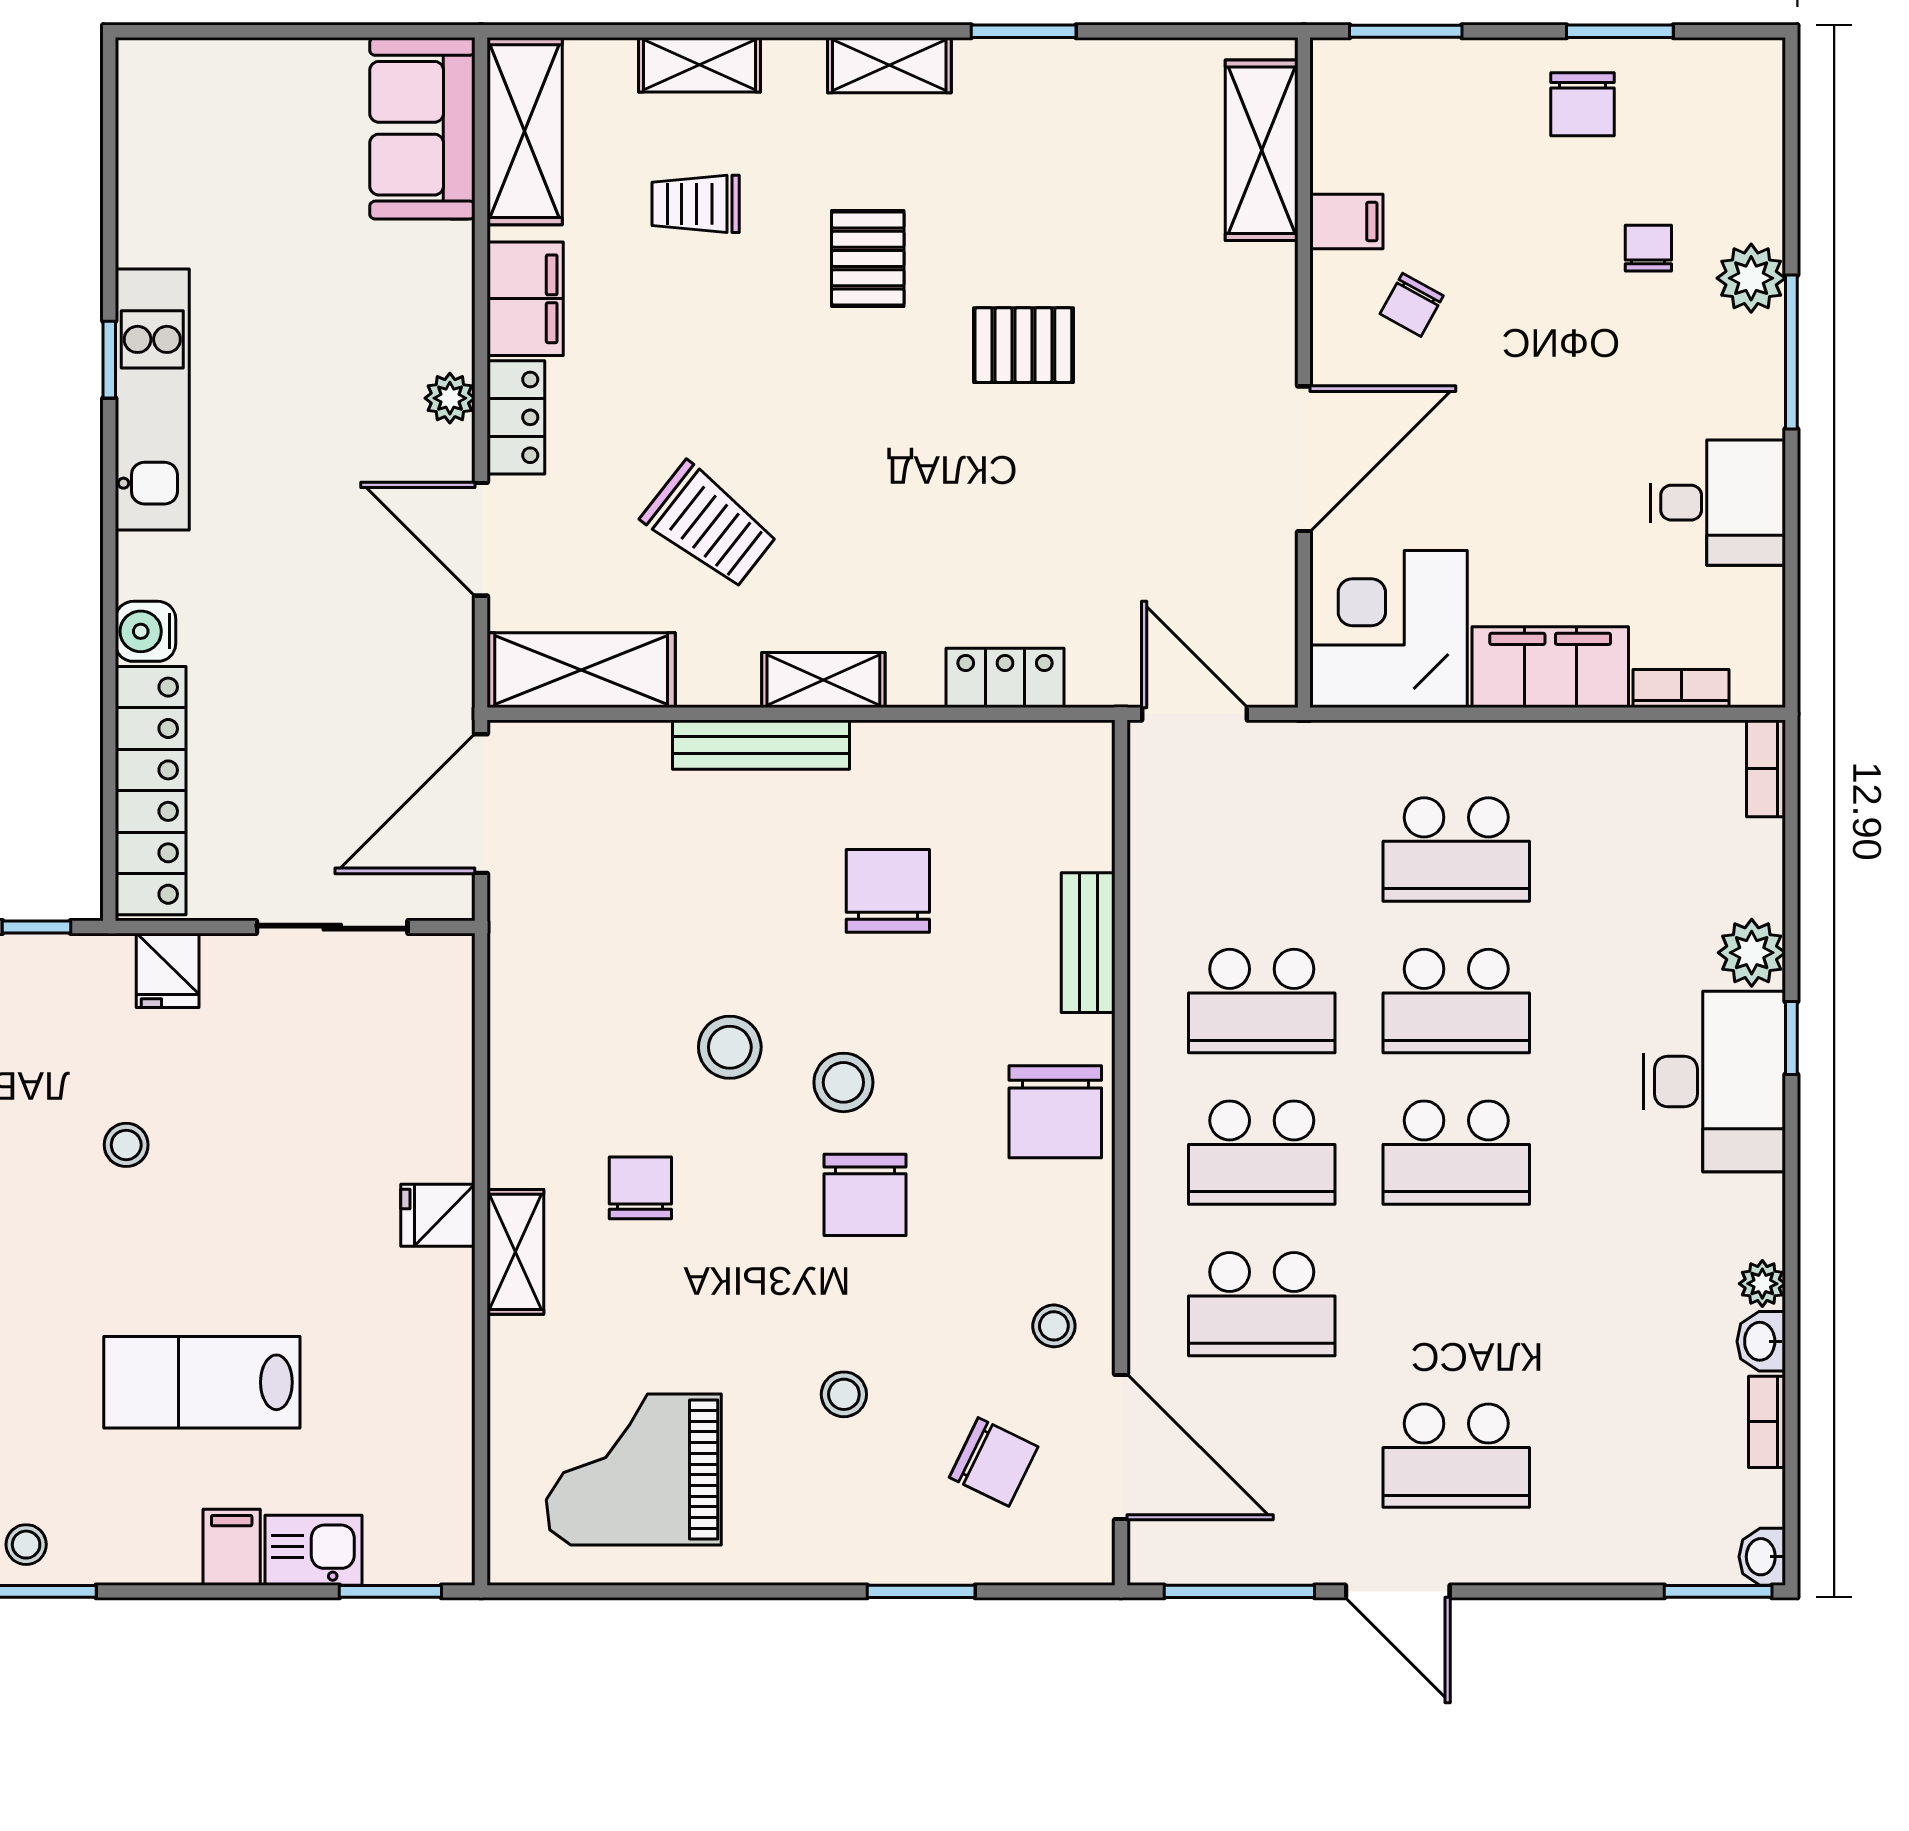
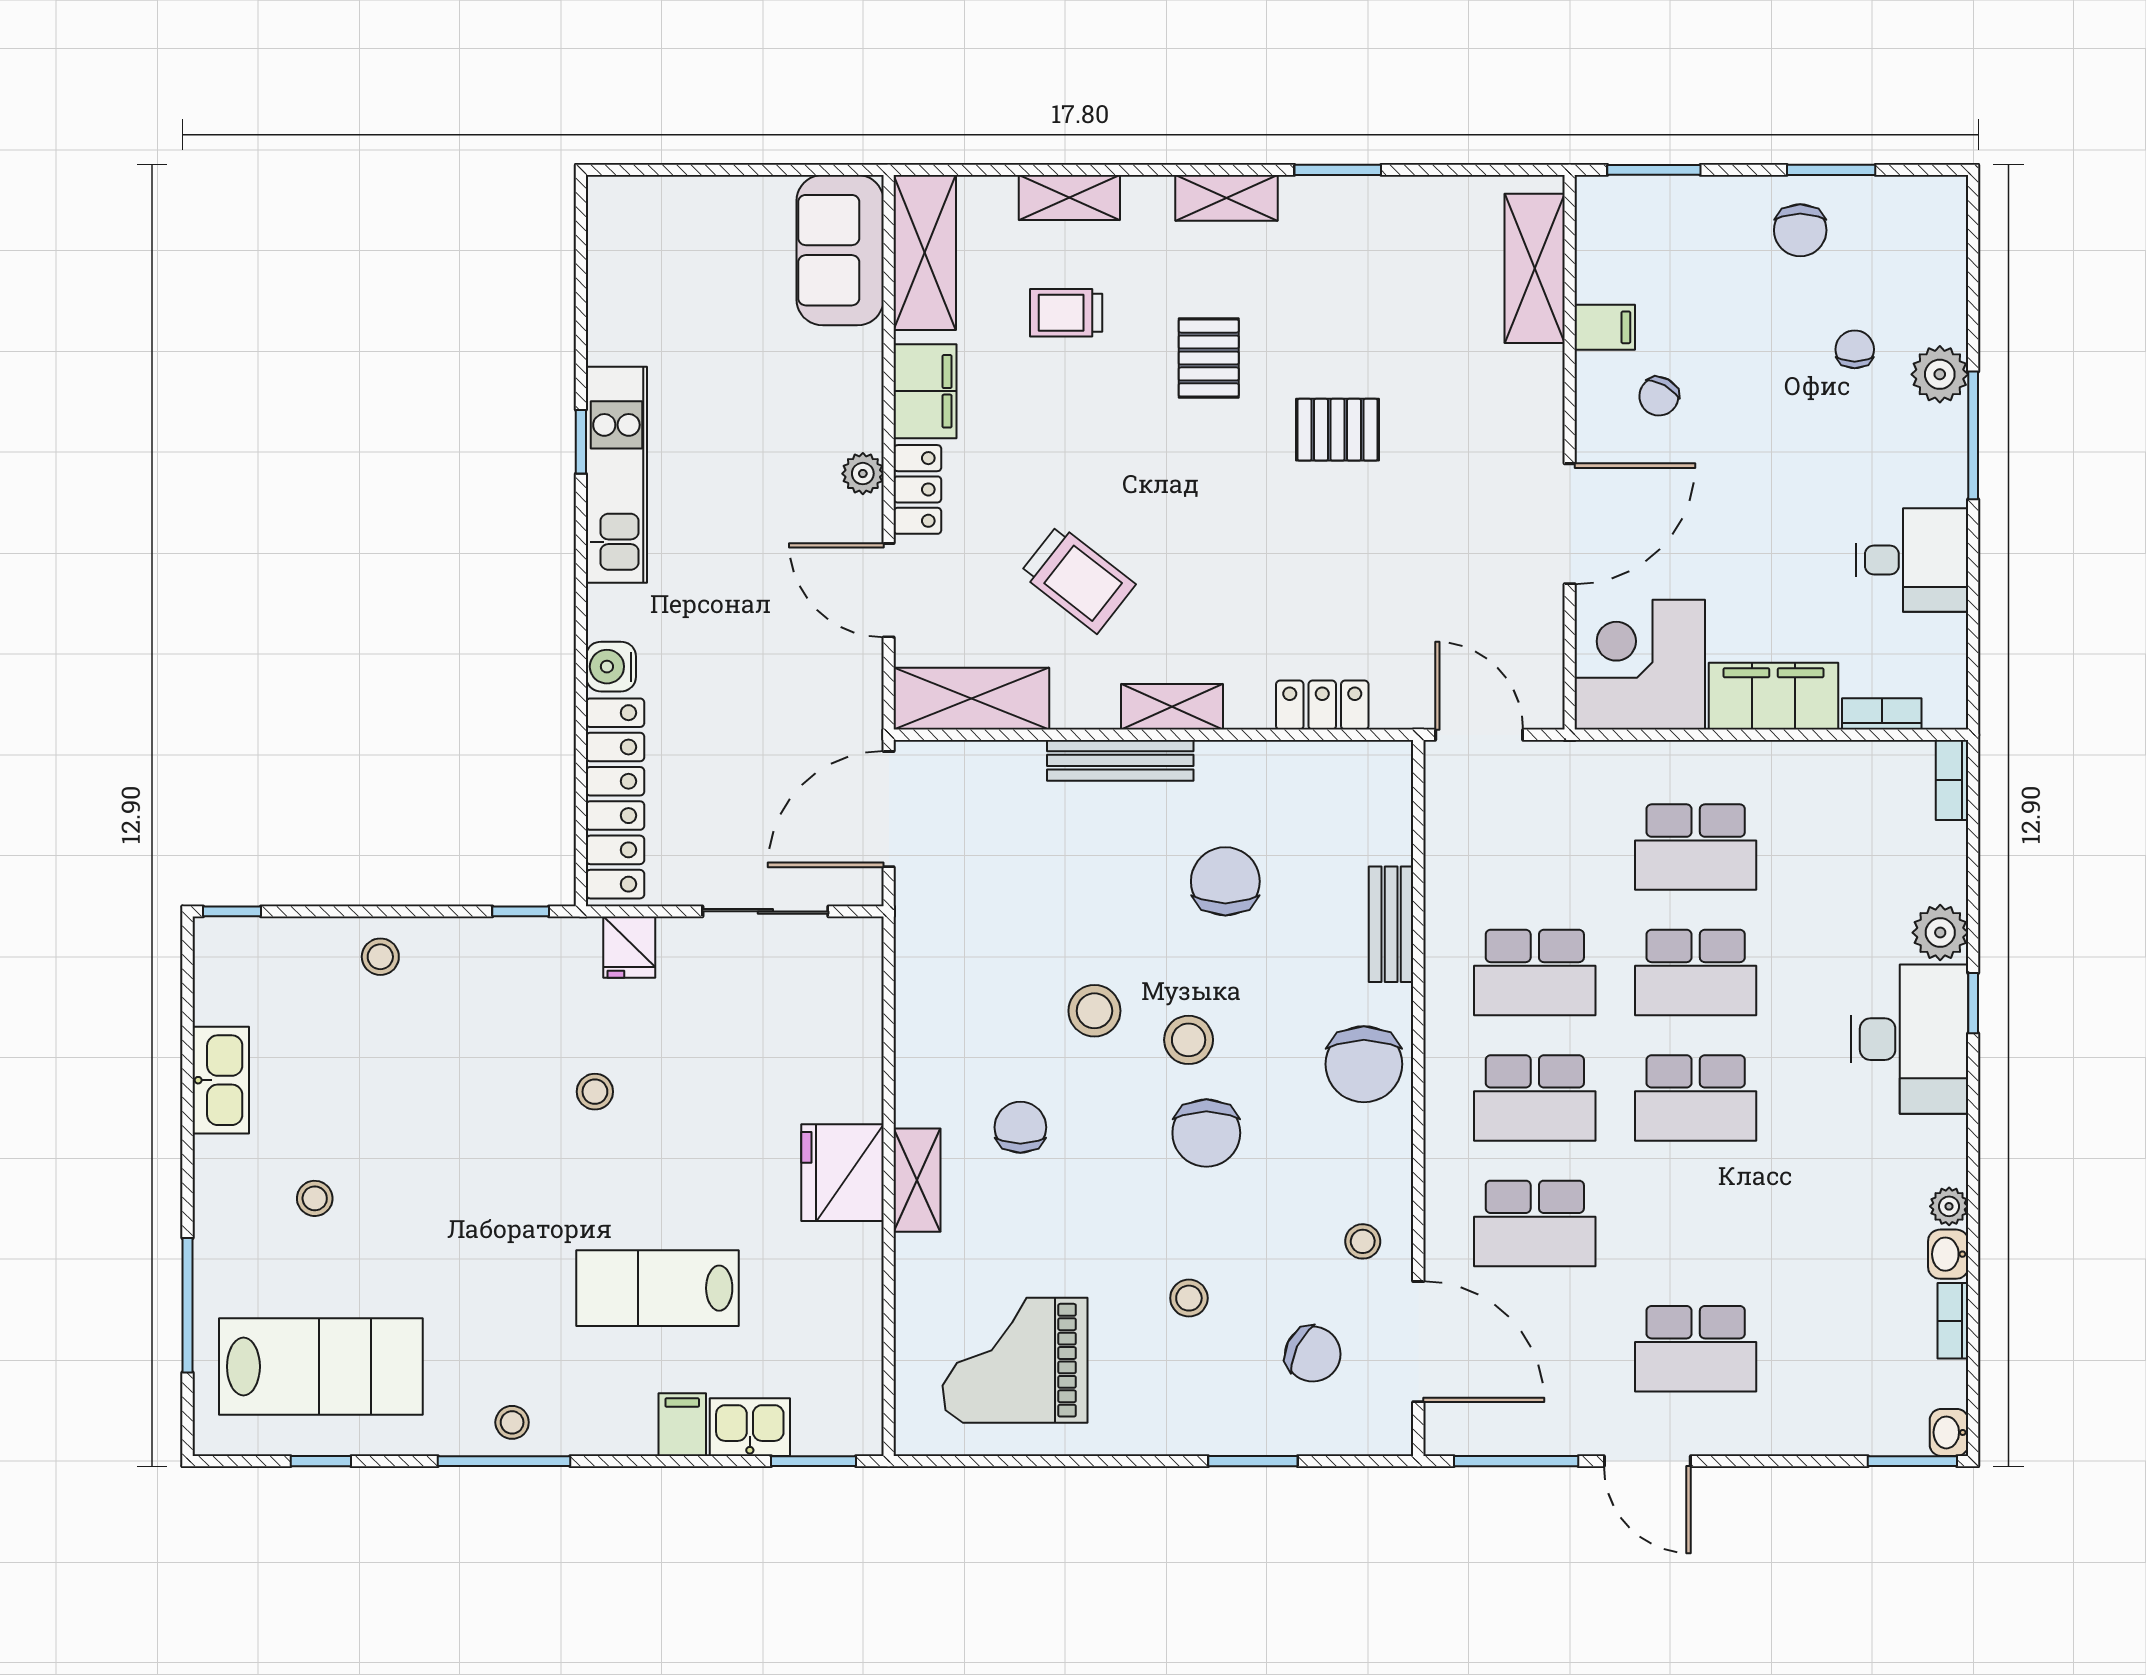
fridge: (438, 1215) -> (843, 1173), width x1.88, depth x1.34

